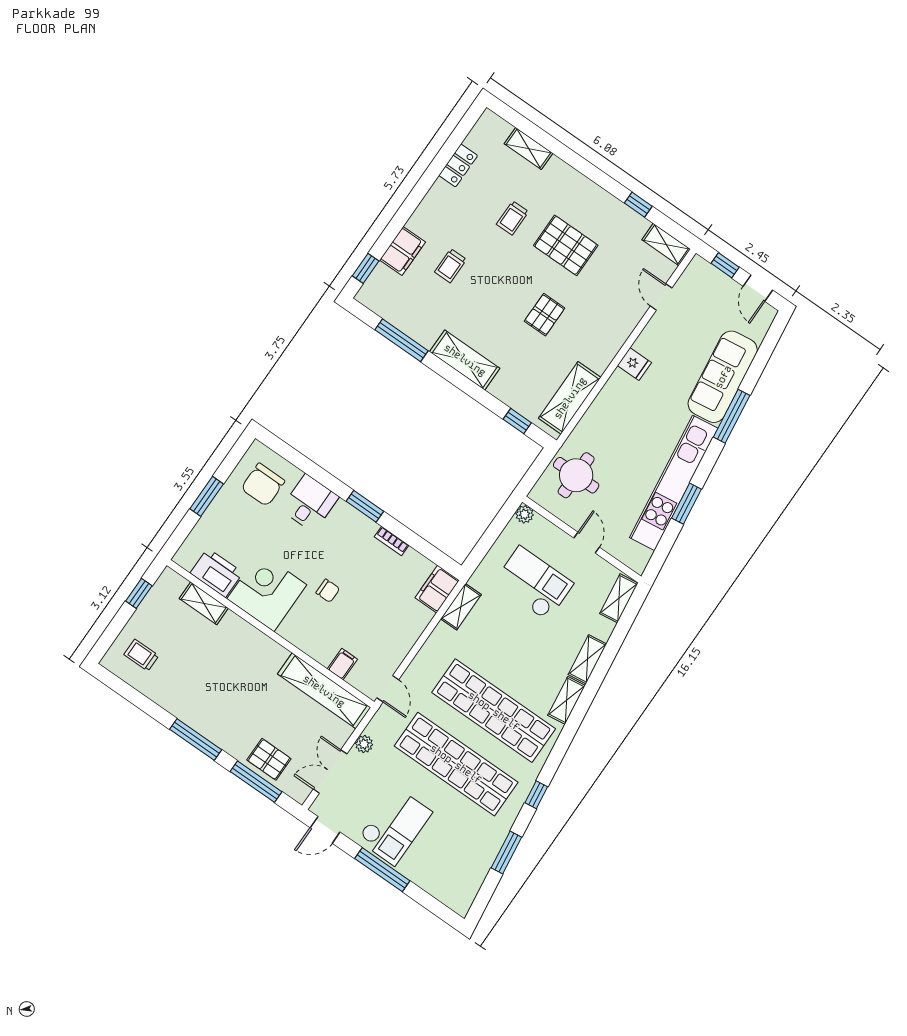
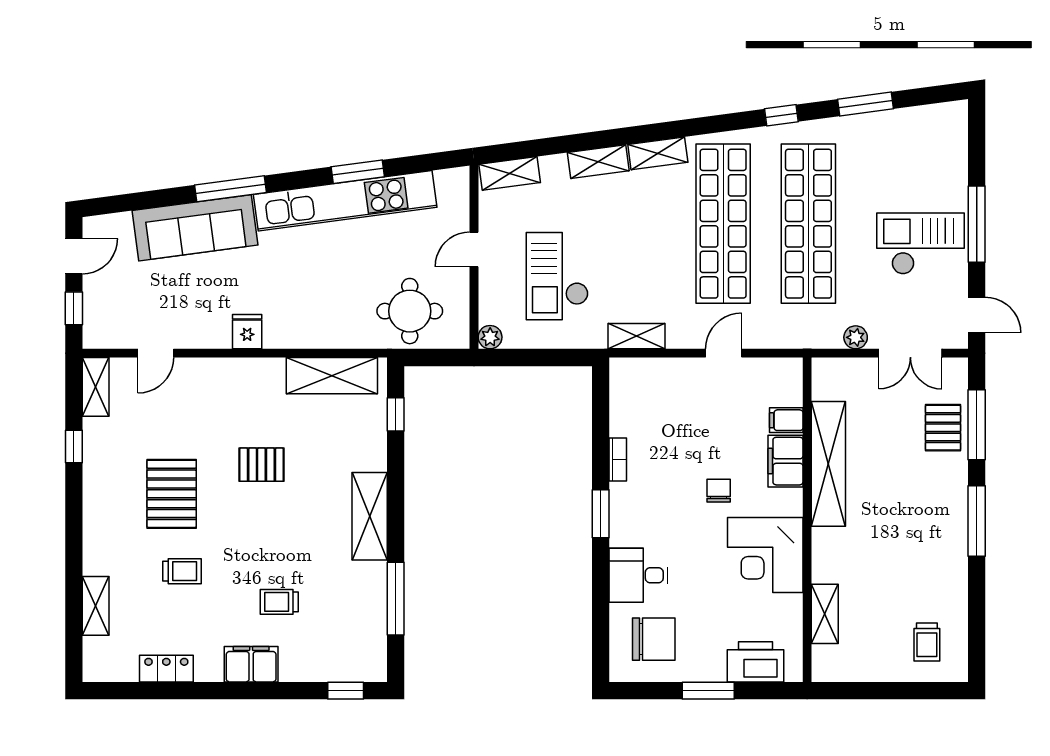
filing cabinet: (402, 251) -> (251, 664), moved
trolley: (450, 266) -> (279, 602), turned 180
printer: (216, 573) -> (756, 662), moved, turned 90
filing cabinet: (437, 589) -> (786, 461), moved, turned 90
window: (139, 593) -> (863, 691), removed
door: (388, 689) -> (724, 353), moved
shelving: (324, 691) -> (828, 464), moved

